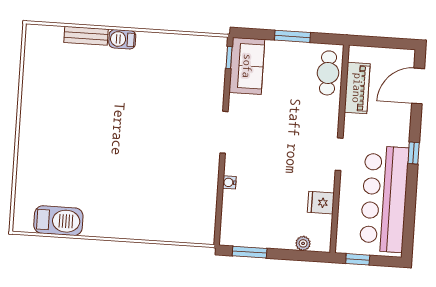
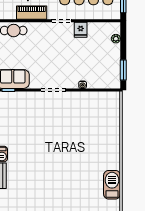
piano: (357, 88) -> (32, 13), moved
fridge: (321, 203) -> (81, 30), moved

